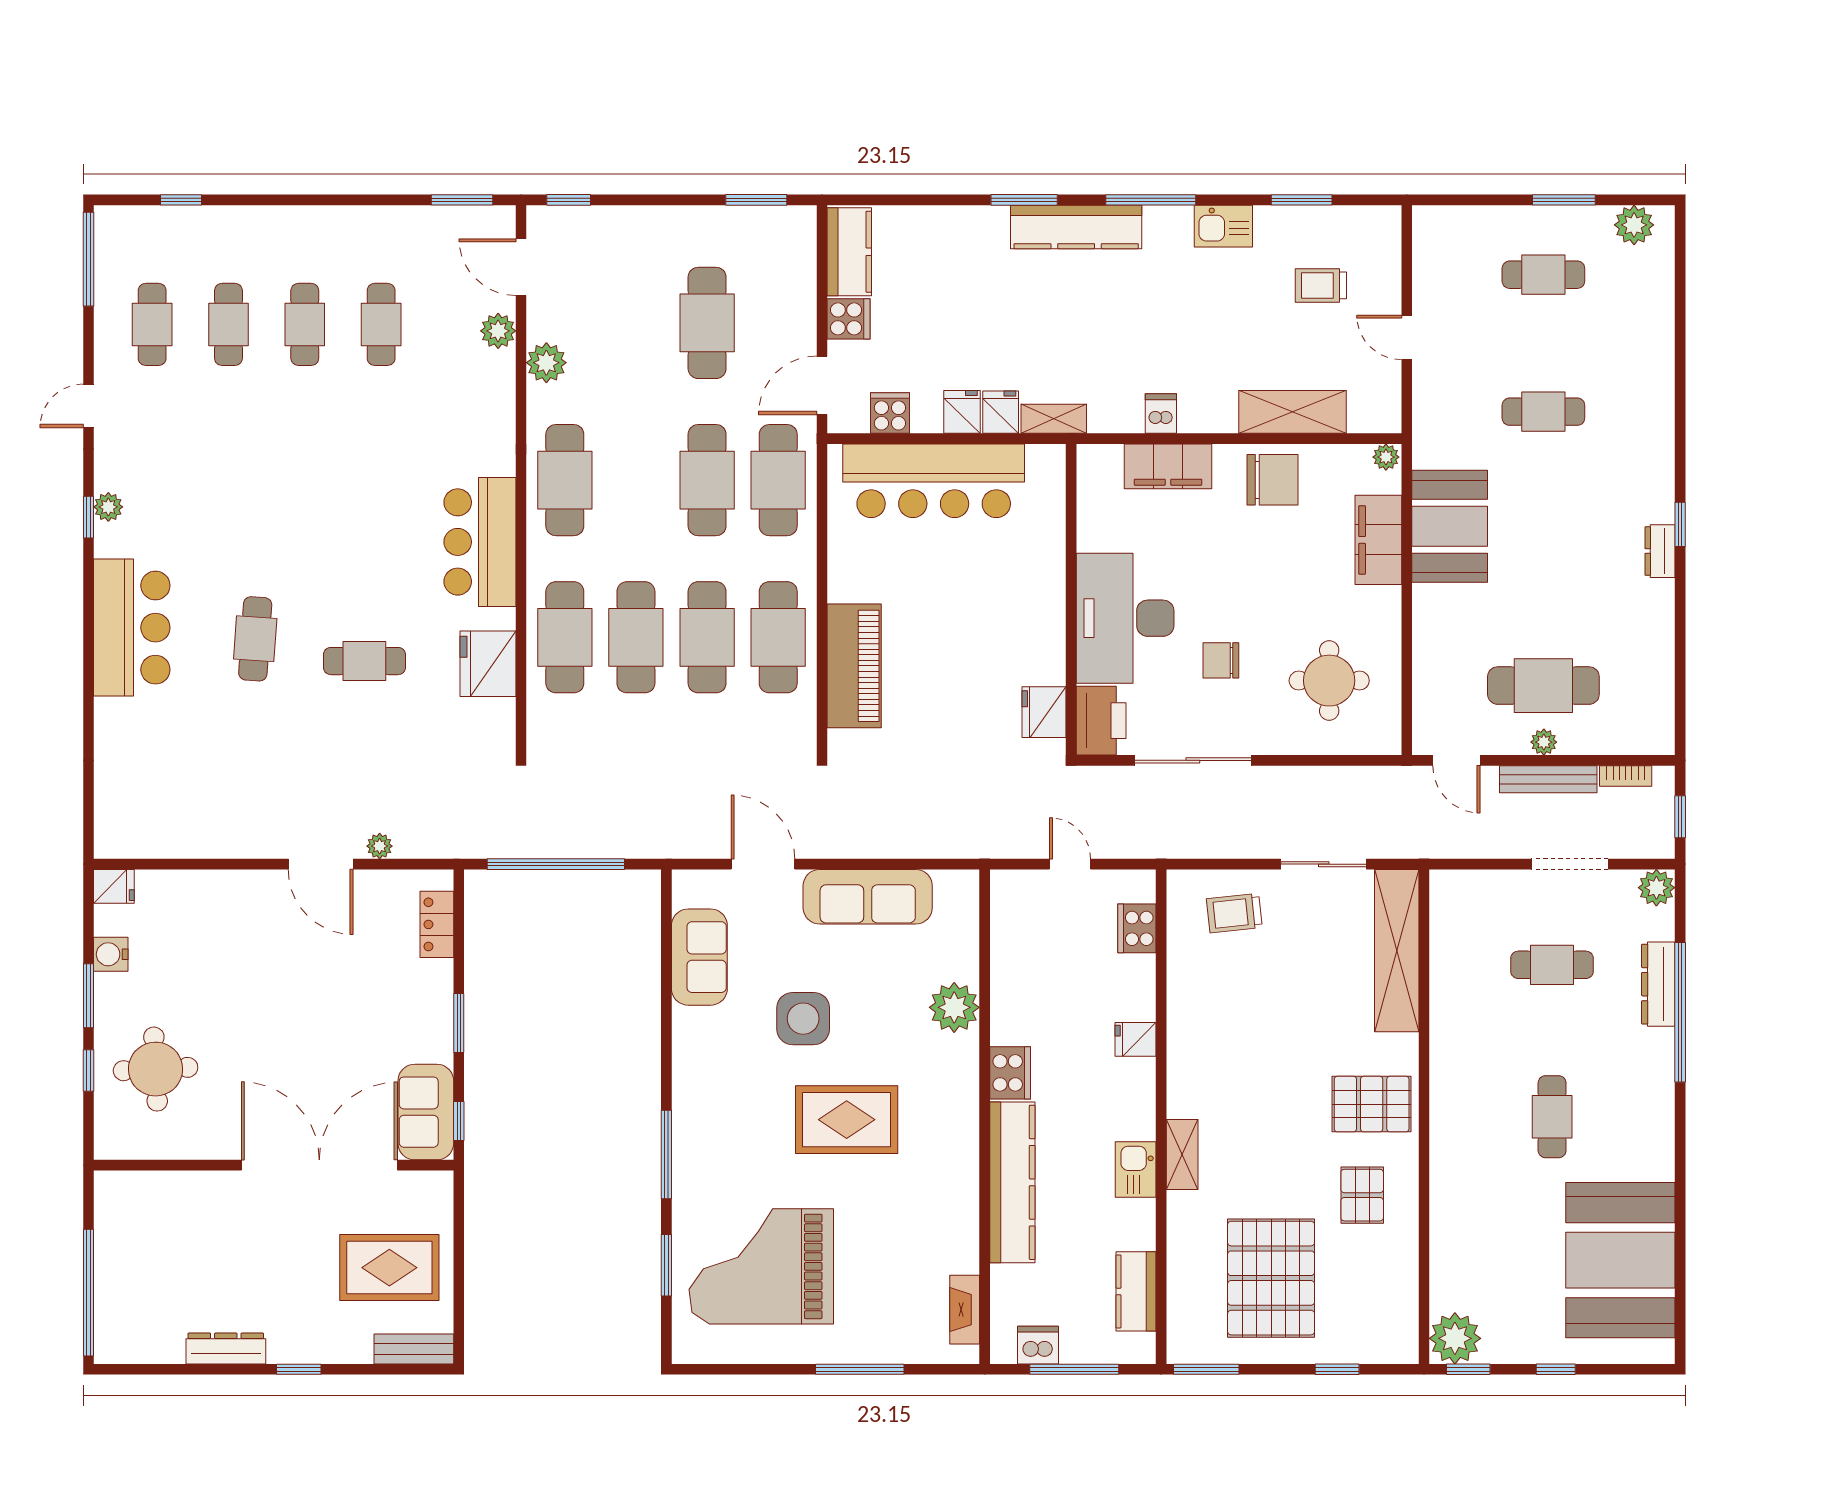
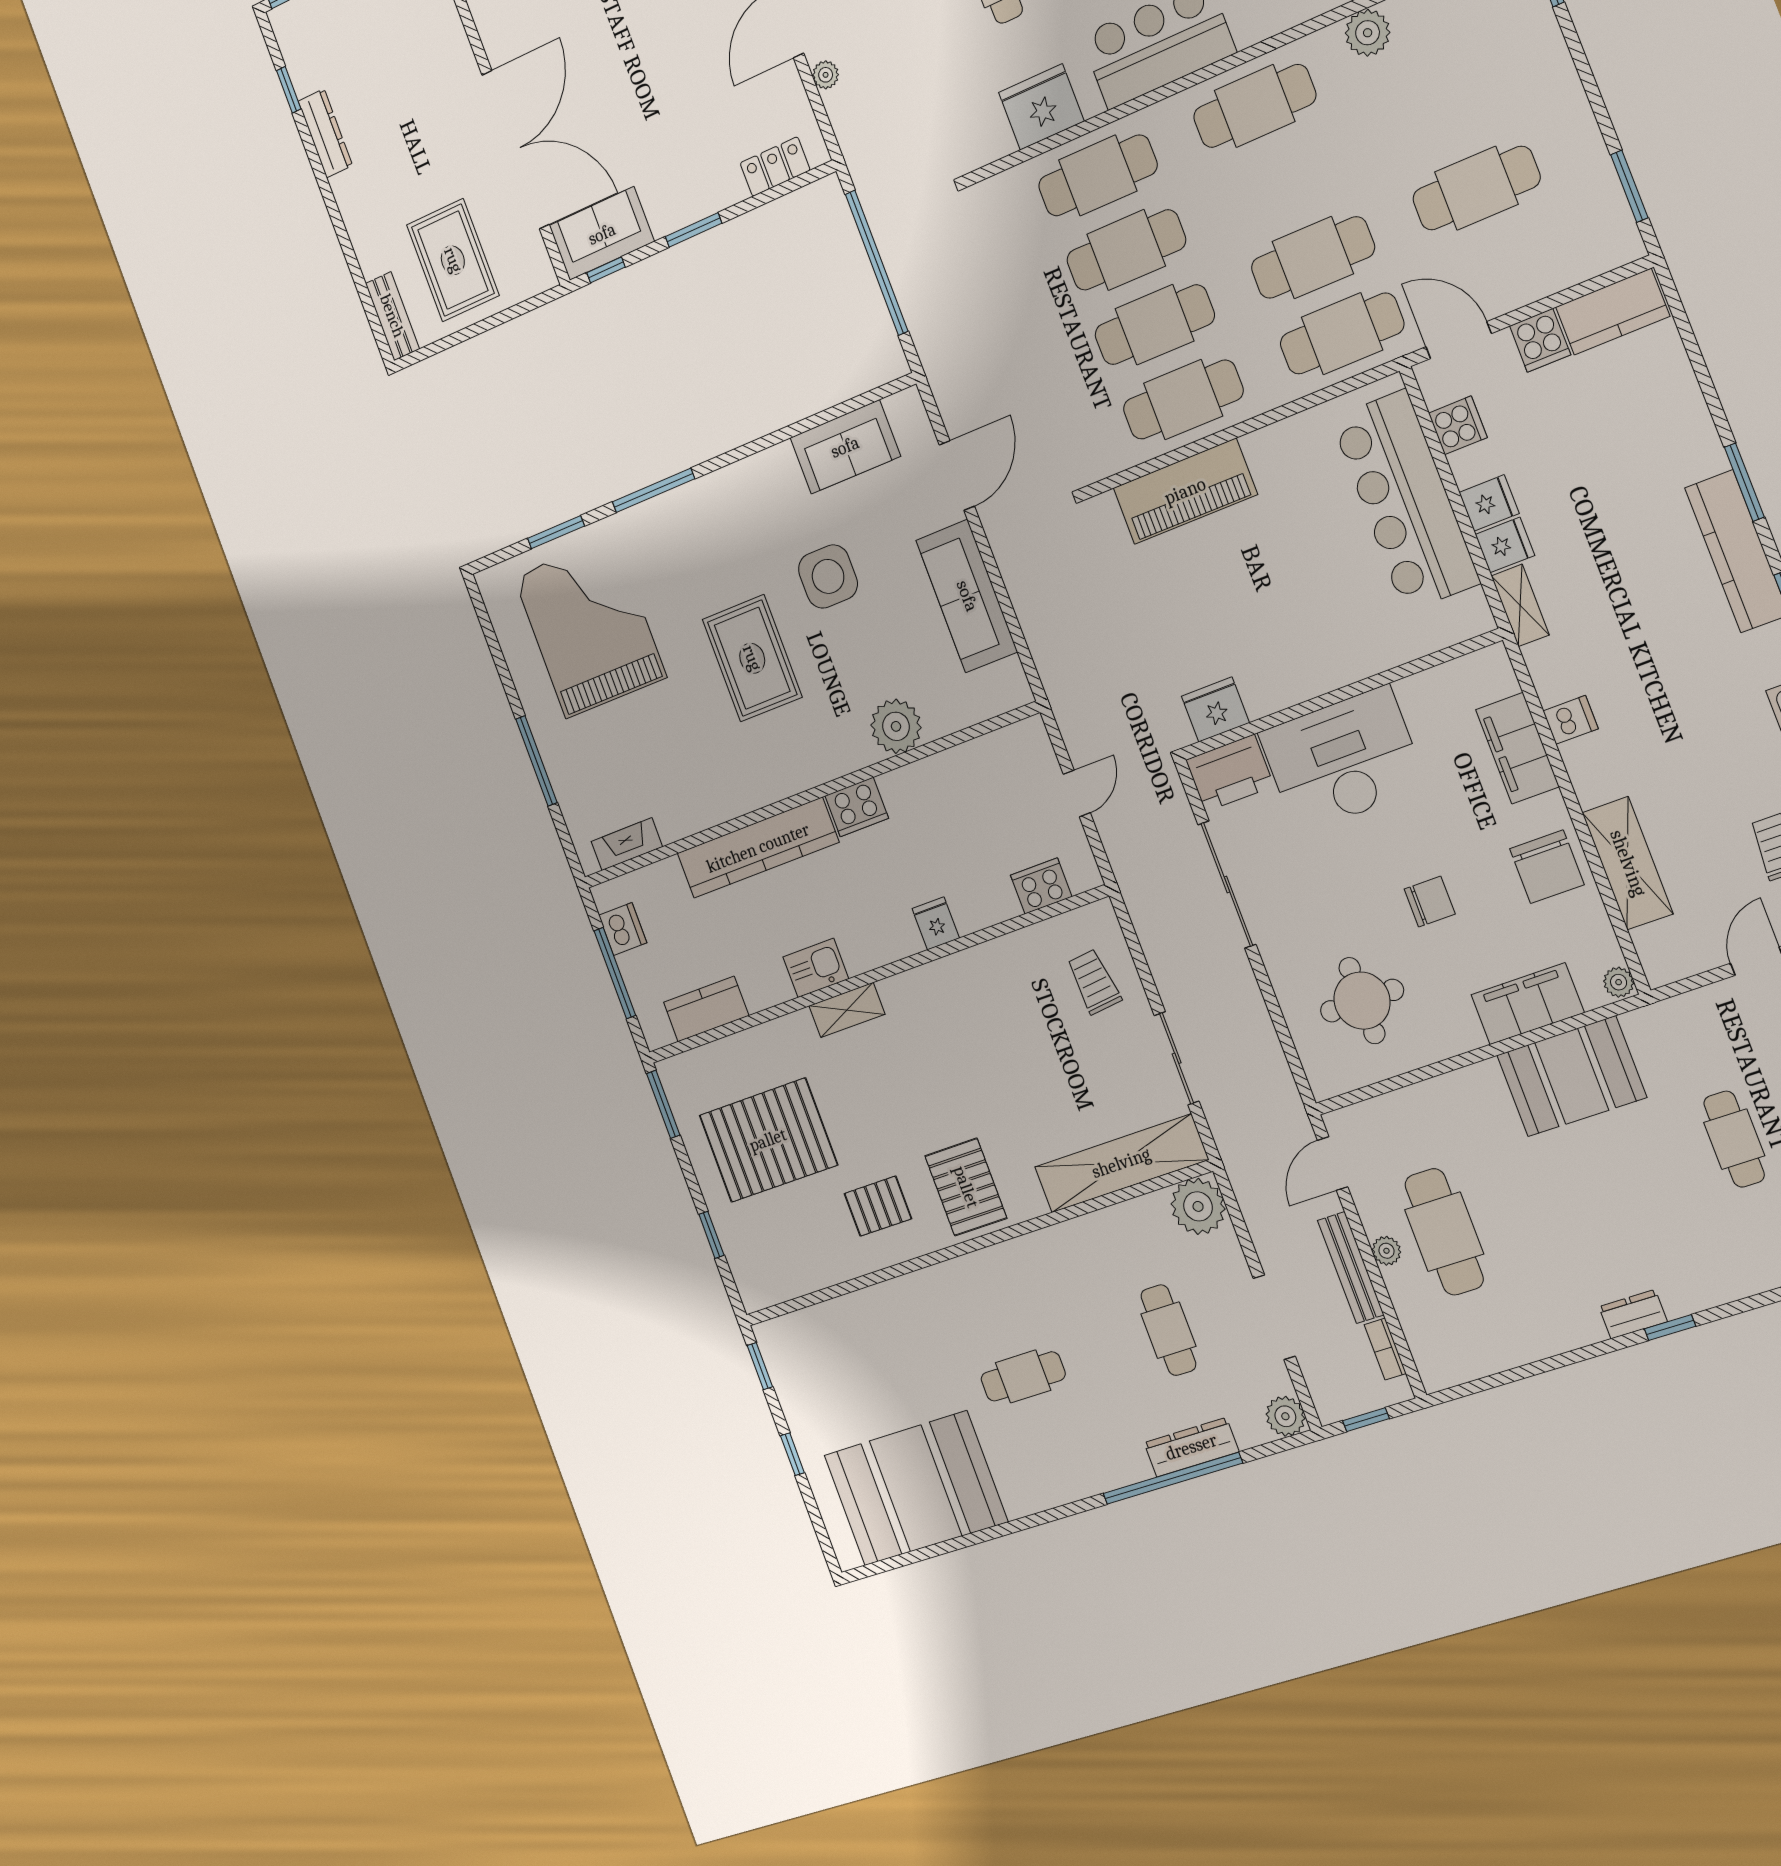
chair: (1221, 660) -> (1430, 902), moved, turned 90
plant: (1455, 1338) -> (1198, 1206), moved
window: (299, 1369) -> (289, 90), moved

